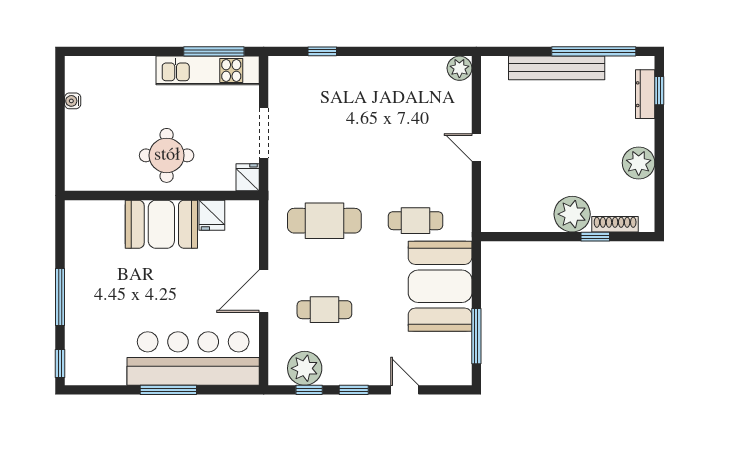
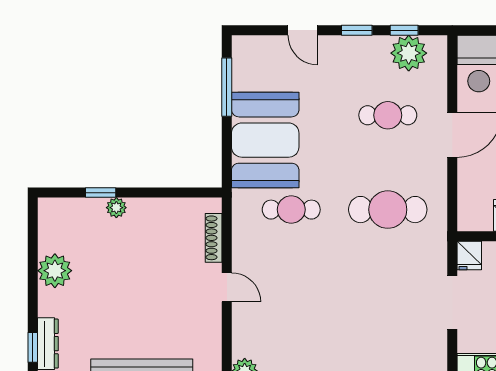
plant: (572, 214) -> (116, 208), width x0.53, depth x0.53
shoe rack: (615, 224) -> (214, 238), moved, turned 90

